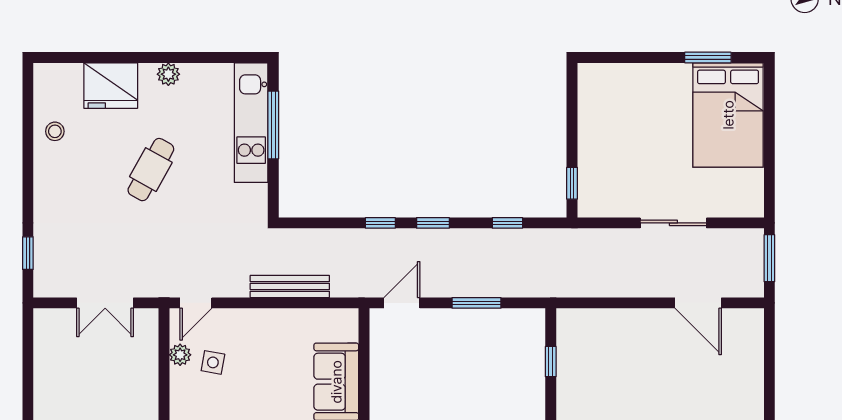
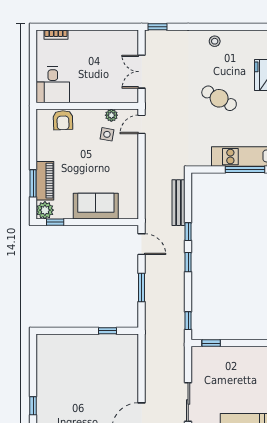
stool: (55, 131) -> (215, 41), moved
window: (507, 223) -> (188, 321), moved
window: (28, 253) -> (157, 27), moved
bench: (290, 286) -> (179, 203), moved
door: (196, 303) -> (142, 124), hinge flipped

